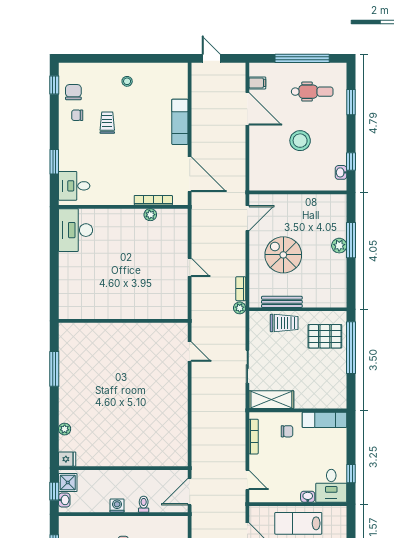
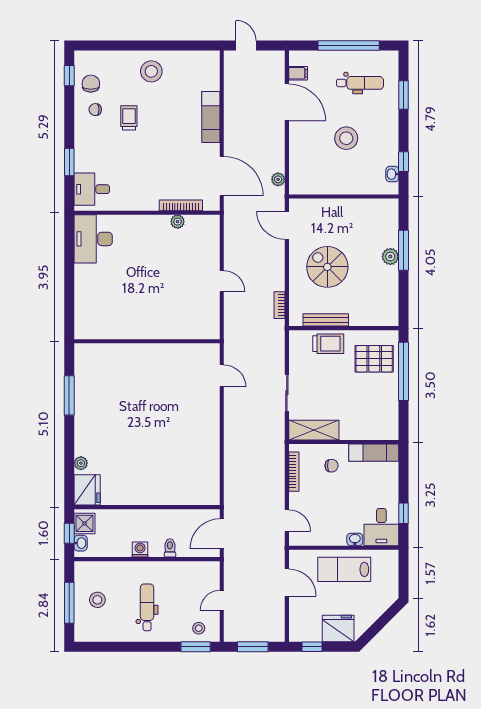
stool: (127, 81) -> (151, 71), width x1.89, depth x1.89
door: (247, 218) -> (287, 225), swing flipped
plant: (240, 308) -> (278, 179), moved
fridge: (67, 459) -> (87, 490), width x1.88, depth x1.34

